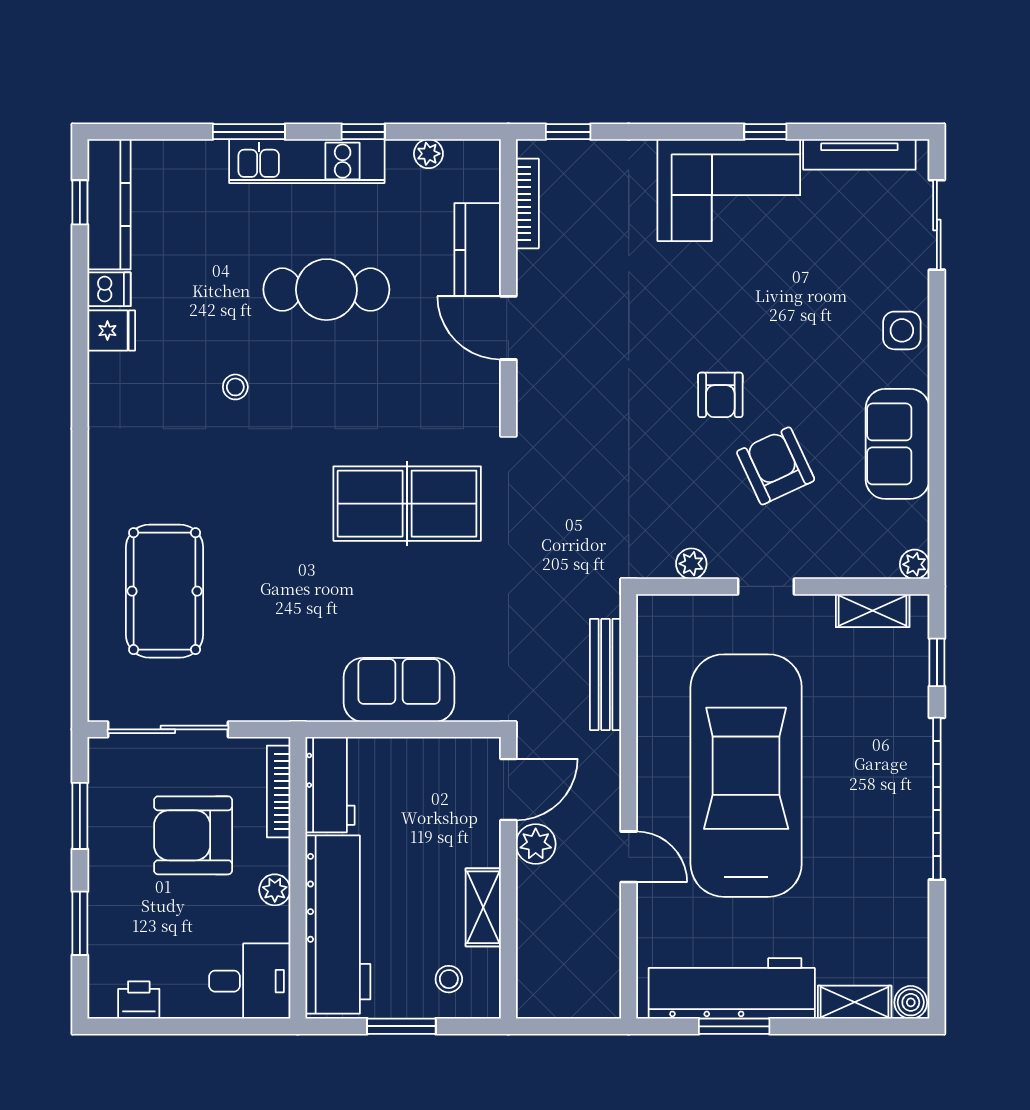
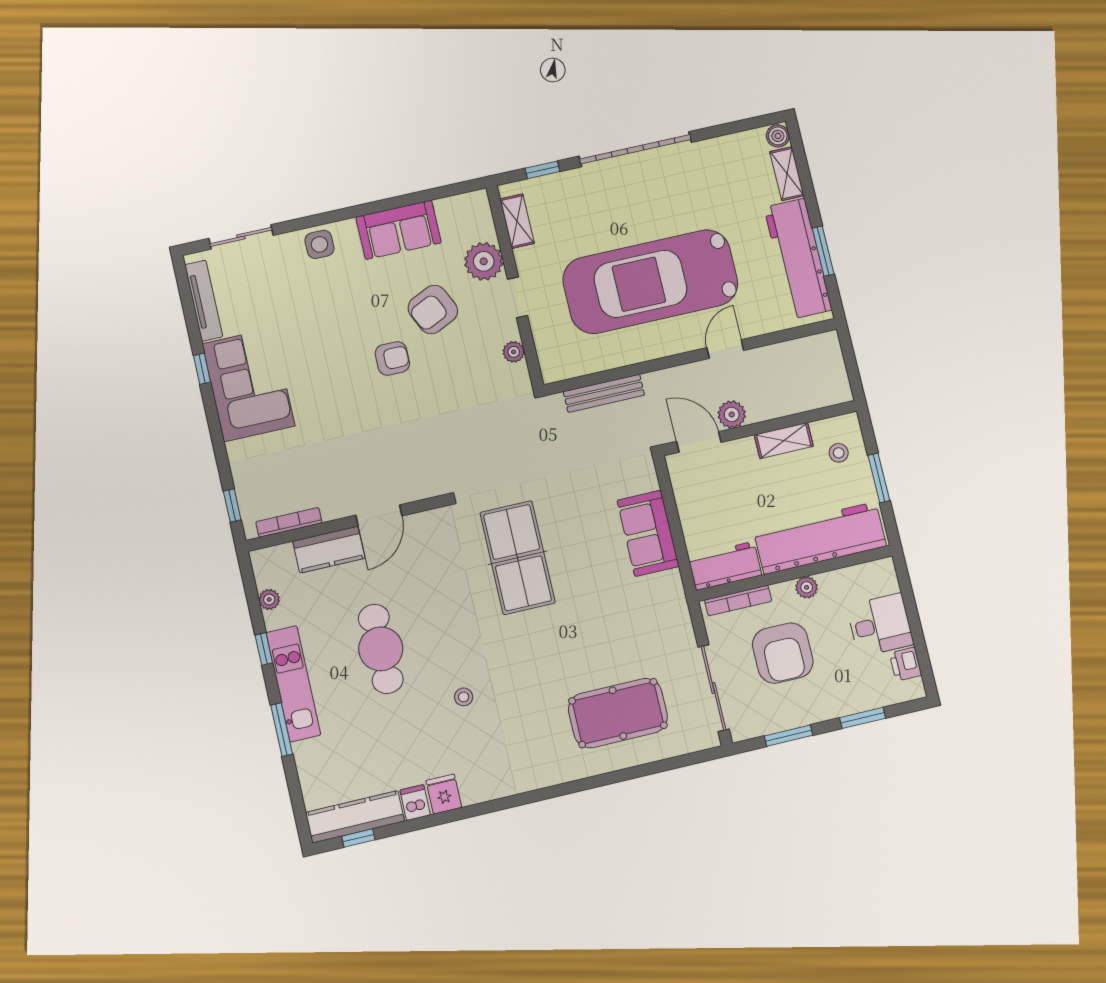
plant: (915, 564) -> (484, 261), moved, width x1.88, depth x1.88
desk: (250, 981) -> (880, 625), moved, turned 90

